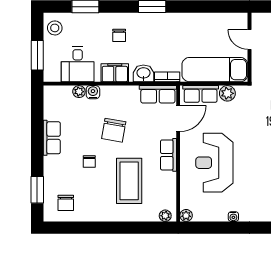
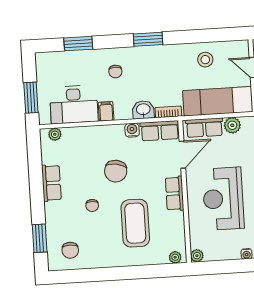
stool: (55, 28) -> (205, 60), moved
desk: (78, 64) -> (74, 104), width x1.37
filing cabinet: (115, 73) -> (106, 111), width x0.50
plant: (79, 92) -> (55, 134), moved
water cooler: (93, 92) -> (132, 130), moved

